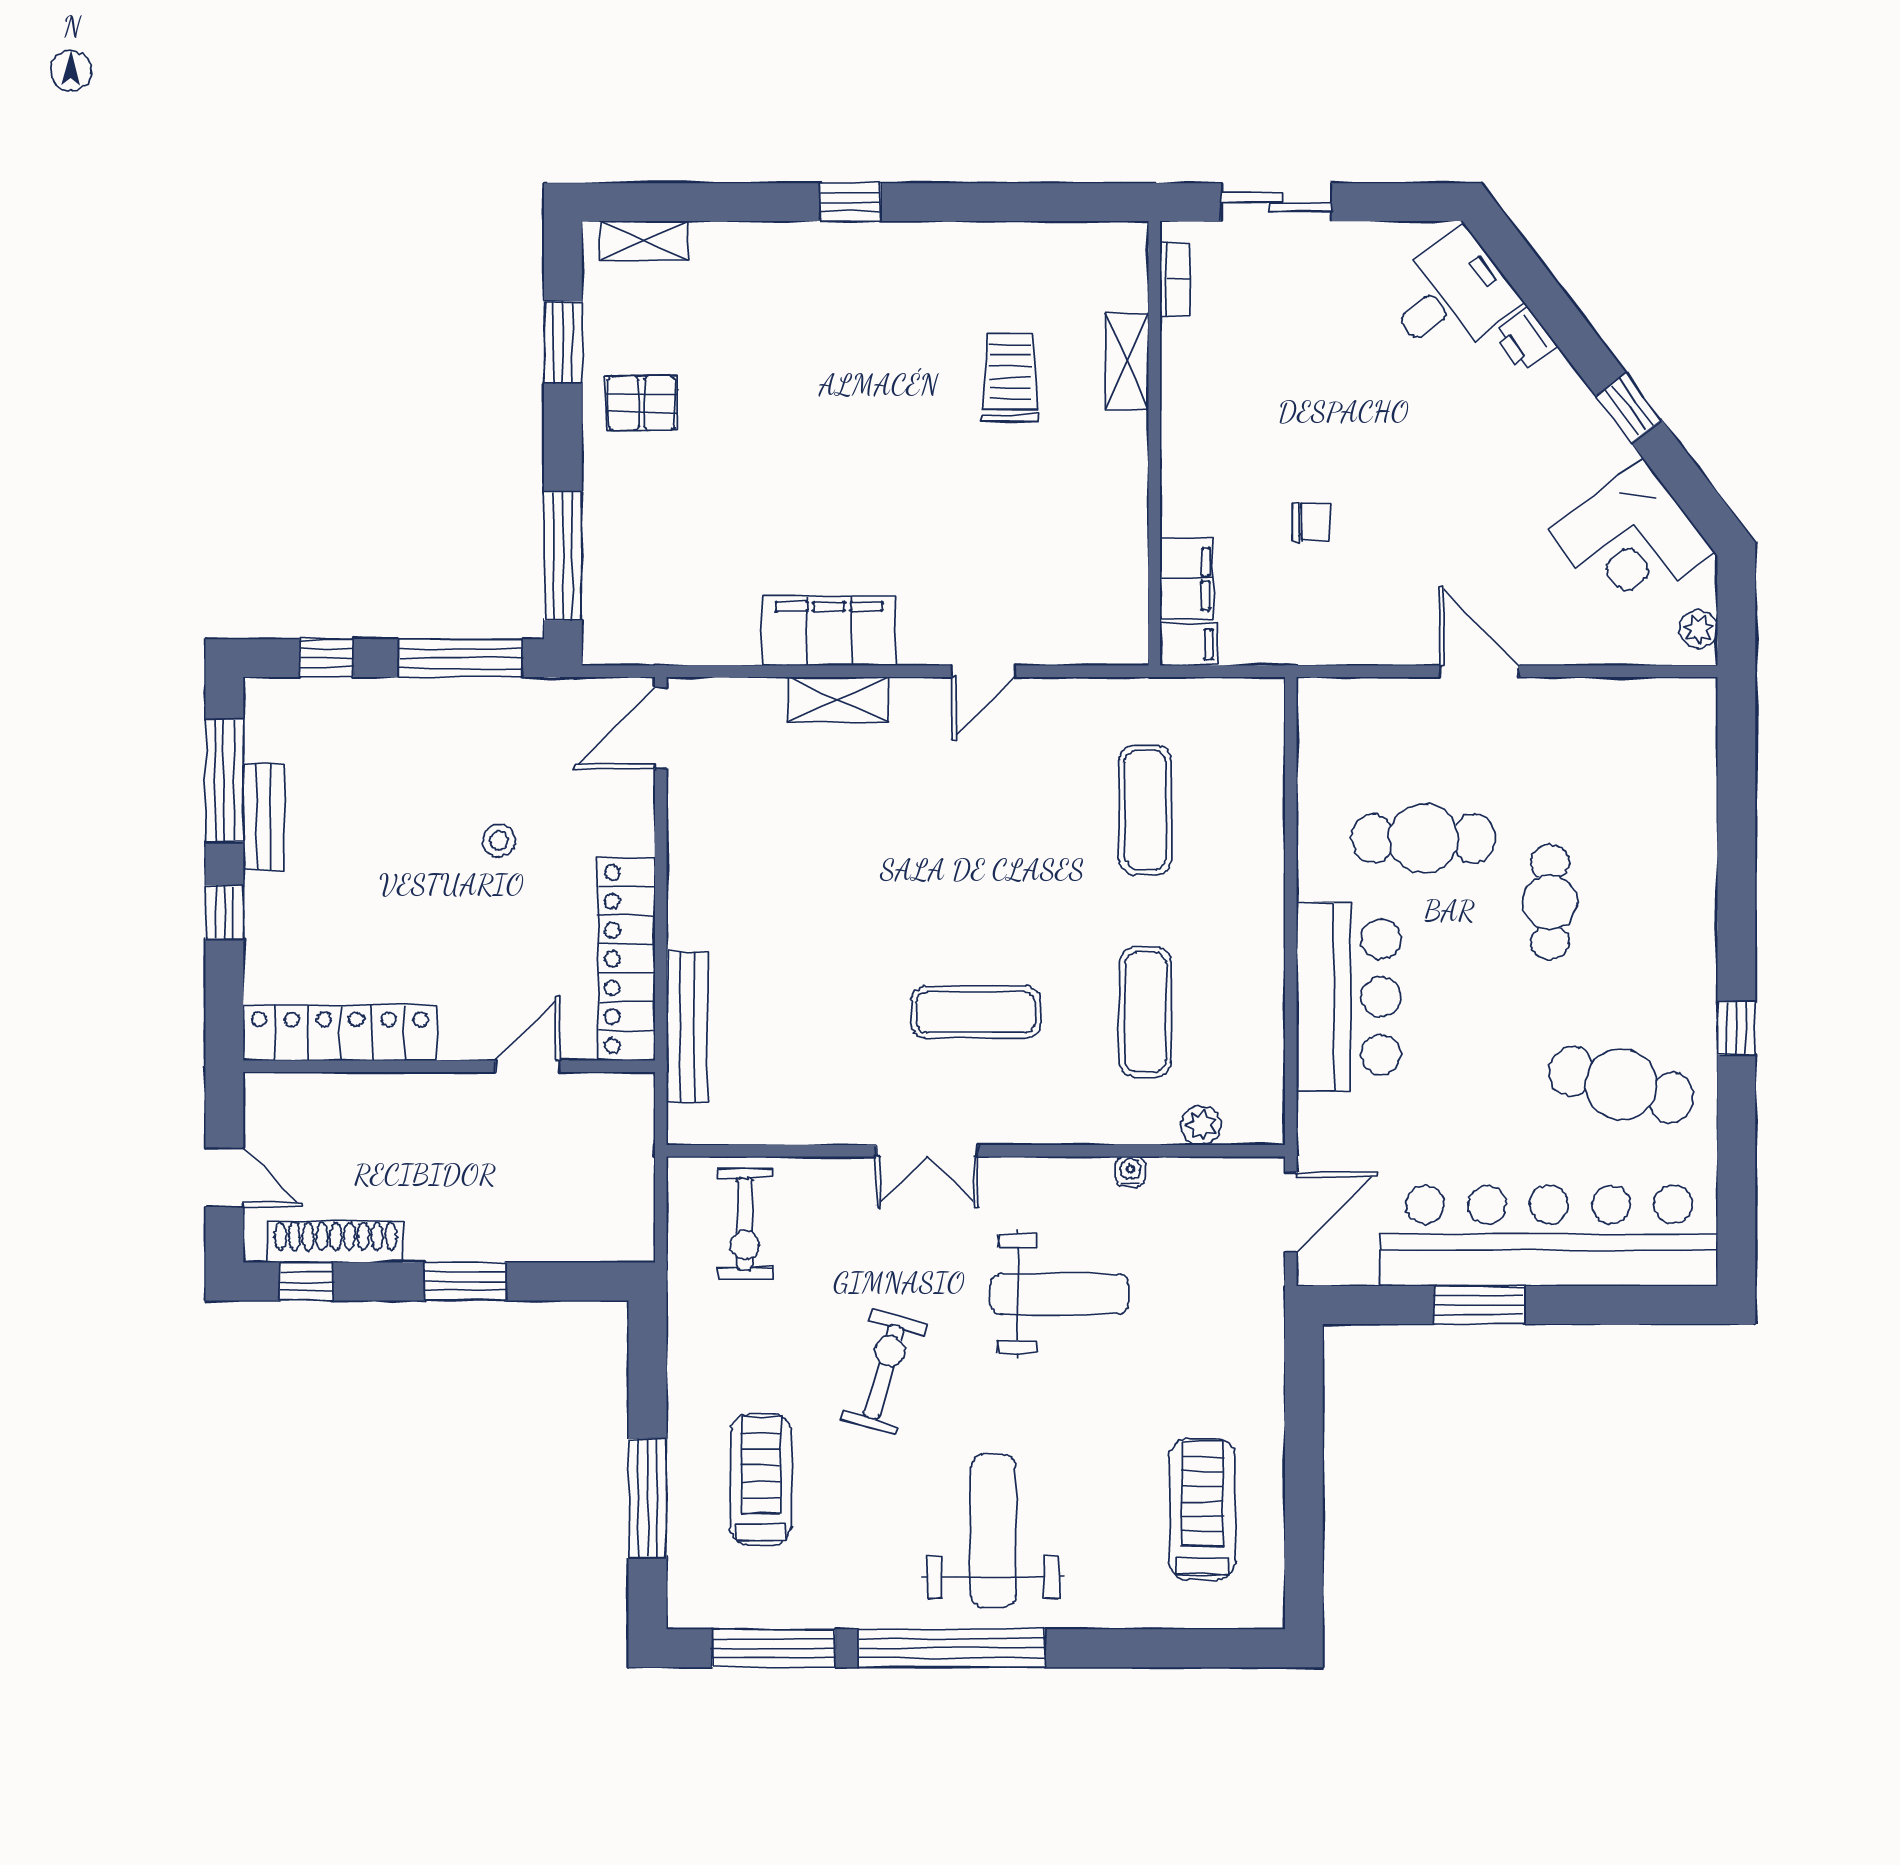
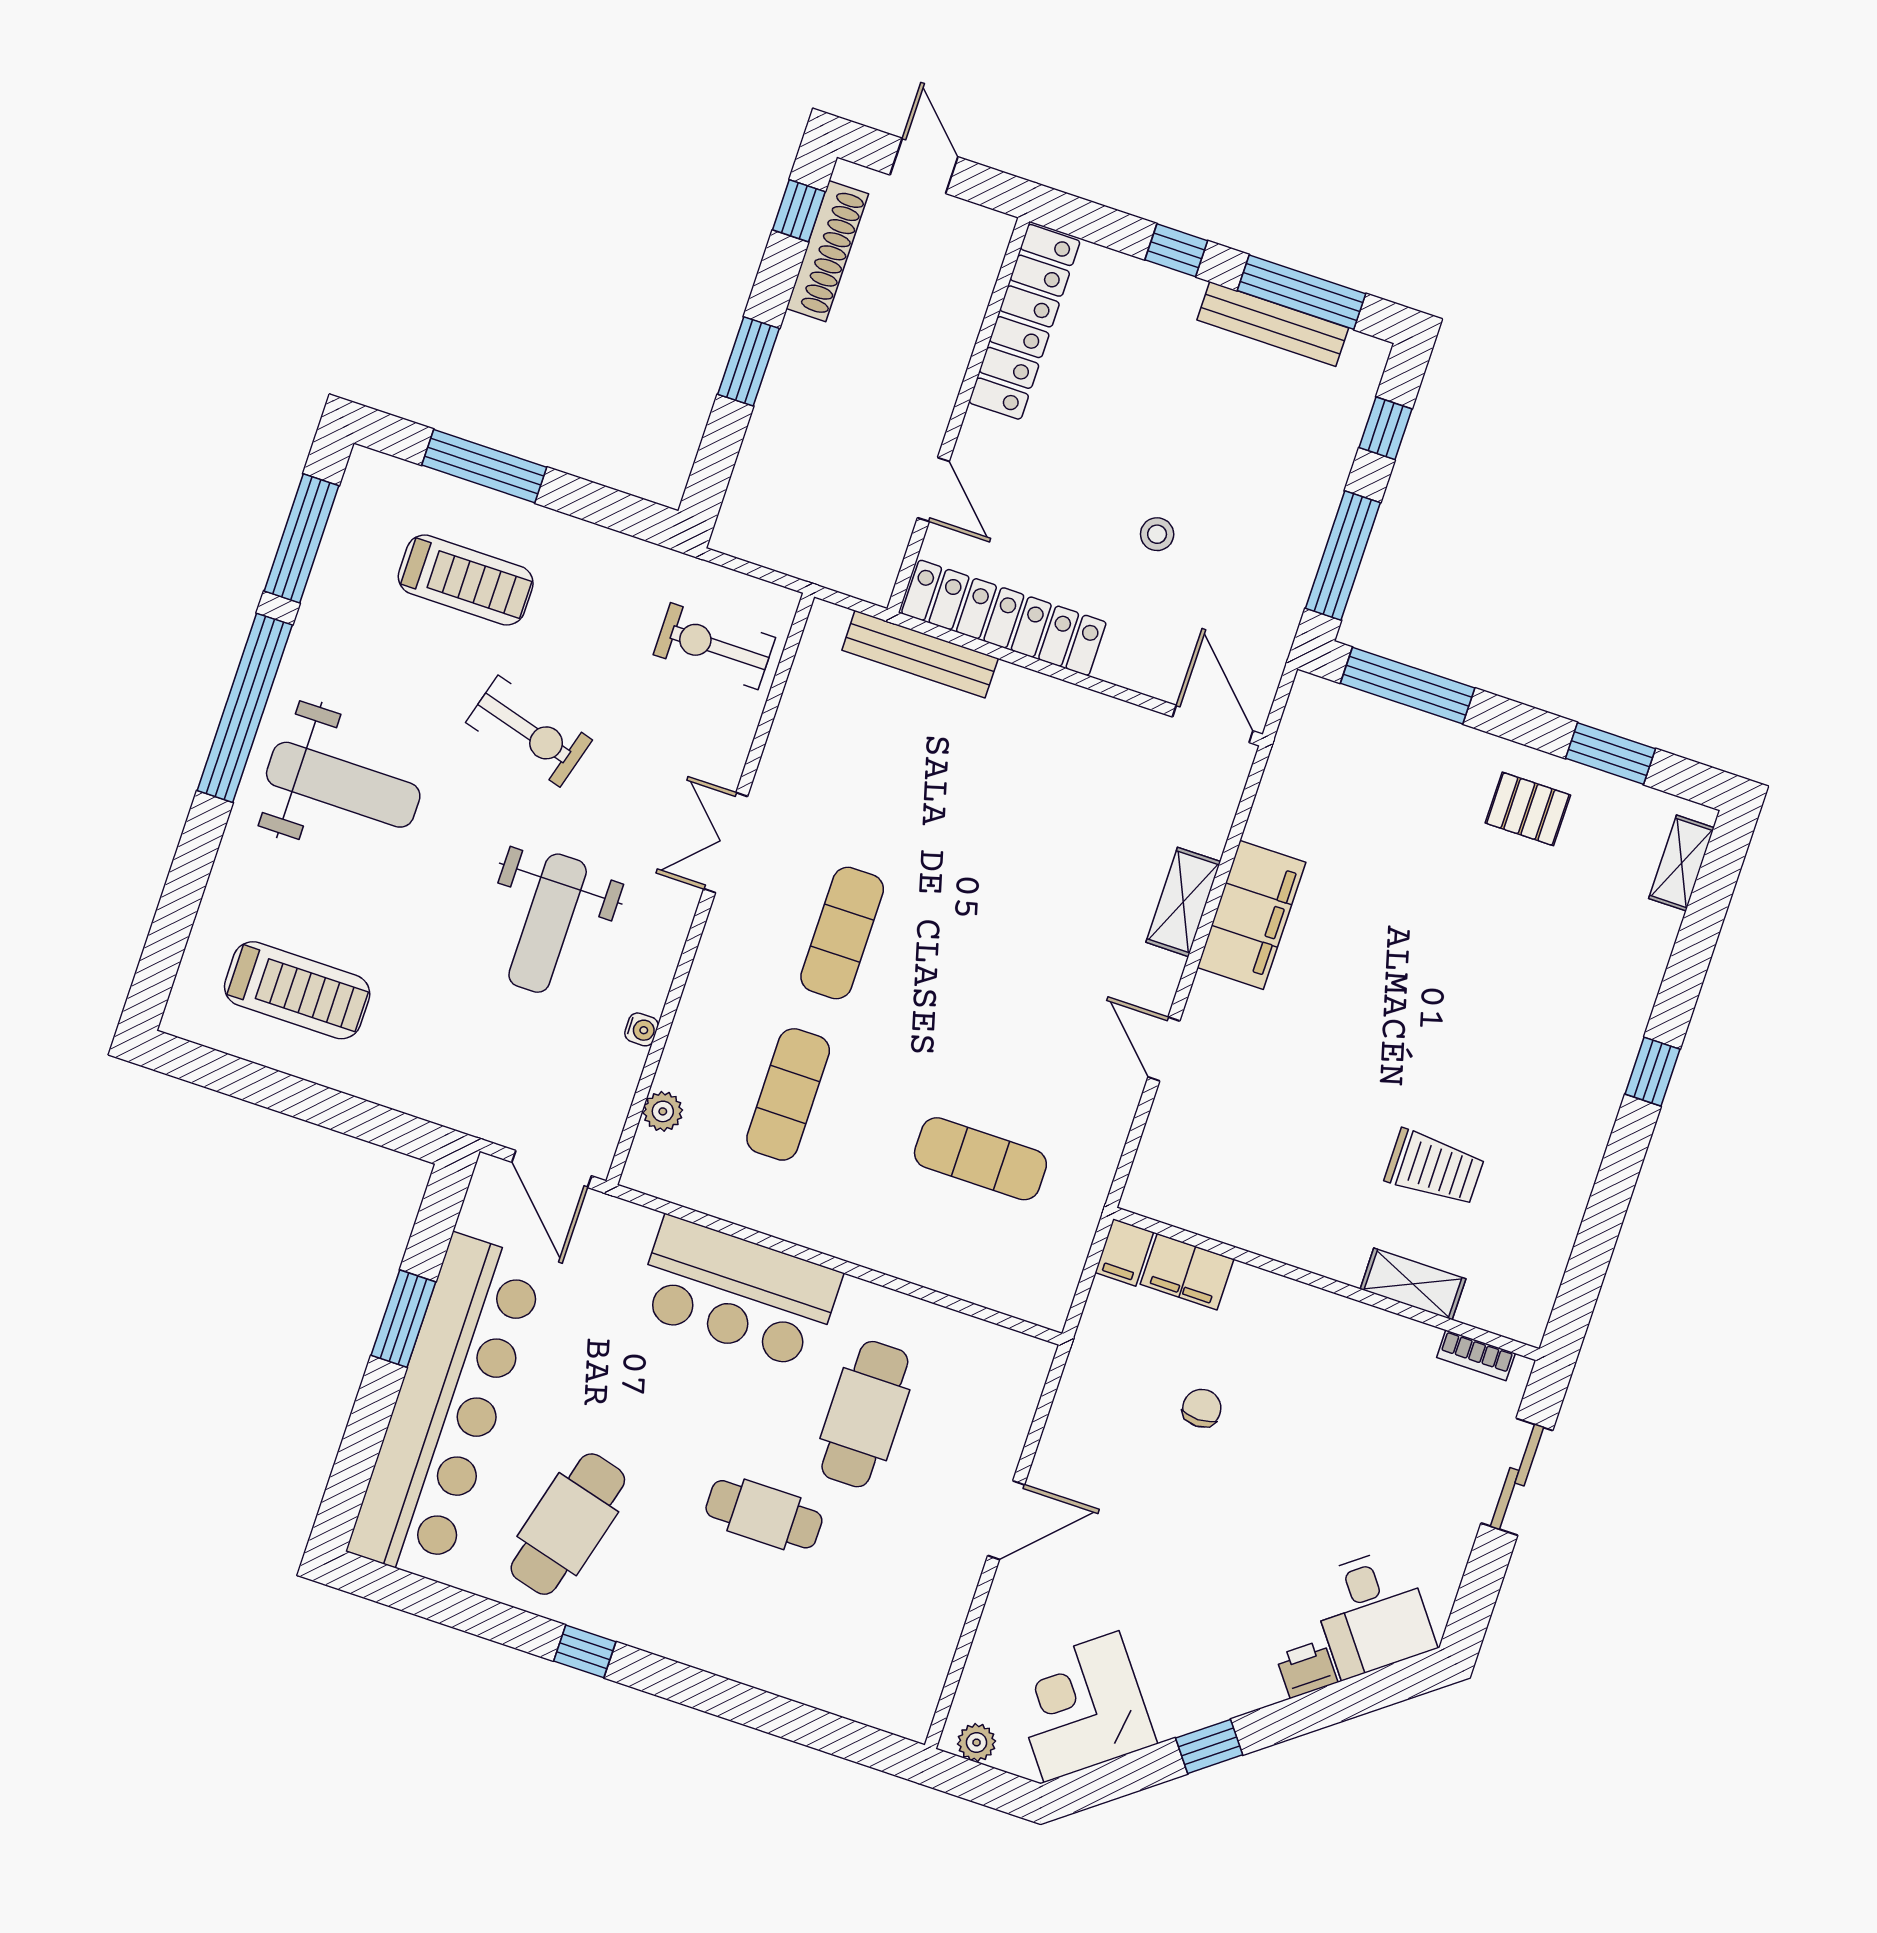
pallet: (641, 403) -> (1528, 809), turned 90
chair: (1311, 522) -> (1202, 1408), turned 180
bench: (264, 817) -> (1273, 324), width x1.36
exercise mat: (1145, 1012) -> (788, 1094), turned 90
door: (224, 1177) -> (924, 166), swing flipped

